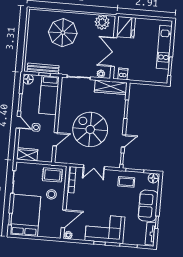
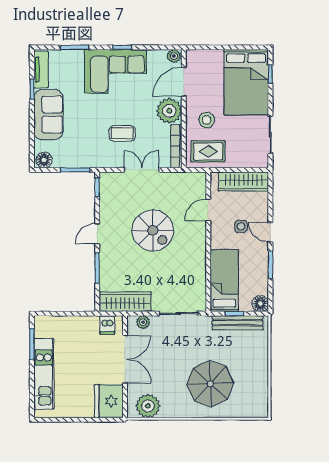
spiral stairs: (90, 129) -> (153, 230), width x0.73, depth x0.73
door: (123, 141) -> (97, 234), moved
wardrobe: (27, 154) -> (243, 181), width x1.50
coffee table: (126, 182) -> (122, 133), moved
plant: (74, 202) -> (169, 111), added

